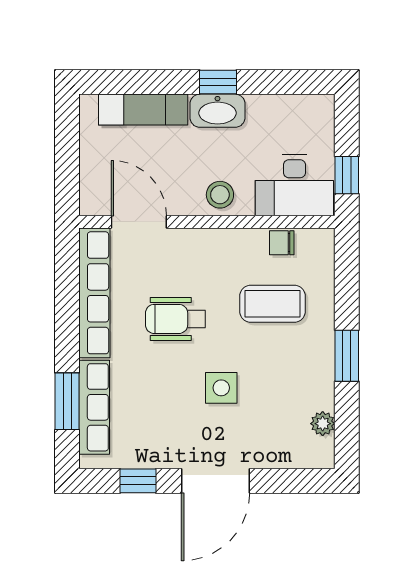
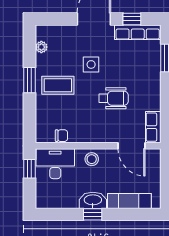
row of seats: (94, 293) -> (153, 127), width x0.50
coffee table: (272, 304) -> (58, 85), moved
row of seats: (94, 407) -> (138, 32), moved, turned -90

